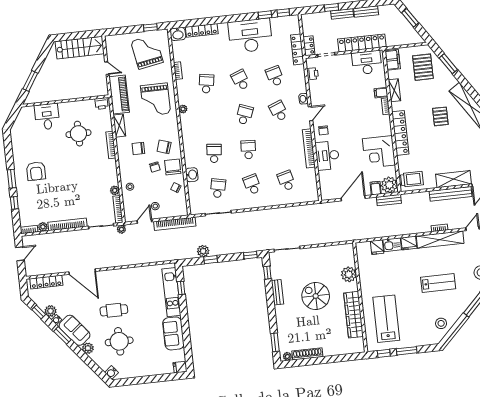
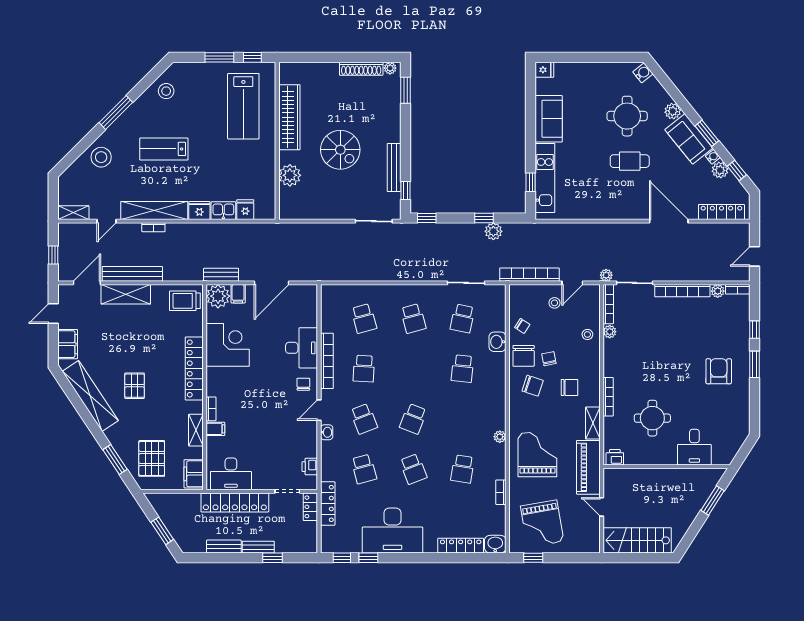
school desk: (248, 150) -> (364, 369), moved
bench: (277, 292) -> (394, 167), width x1.36

